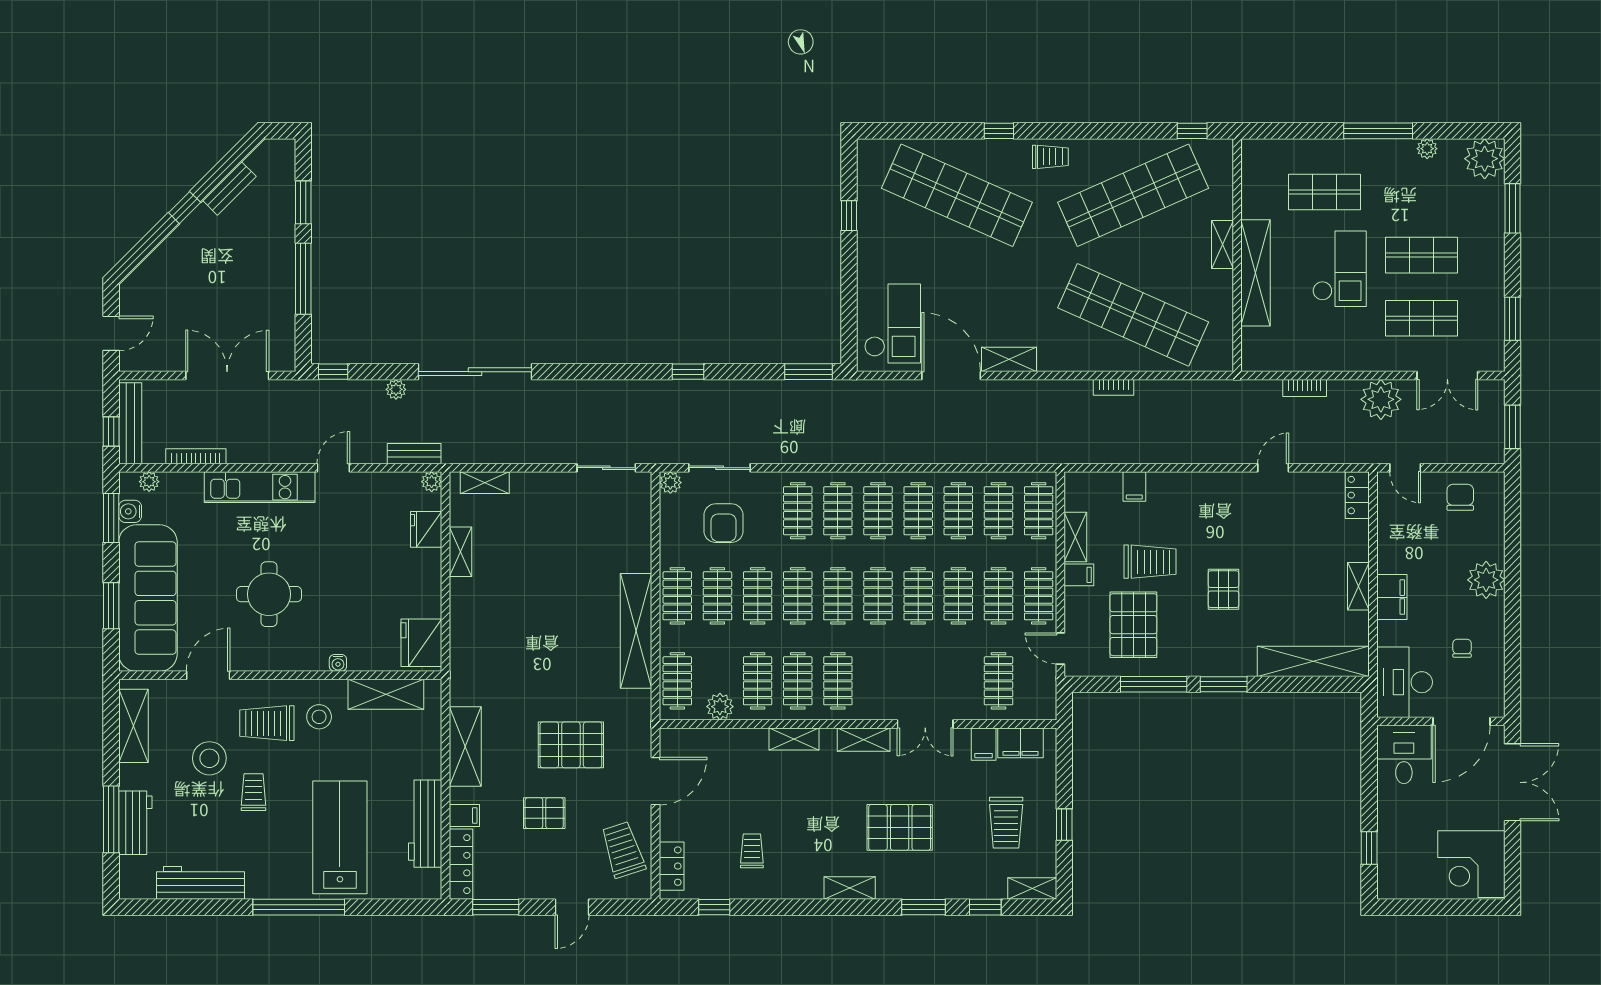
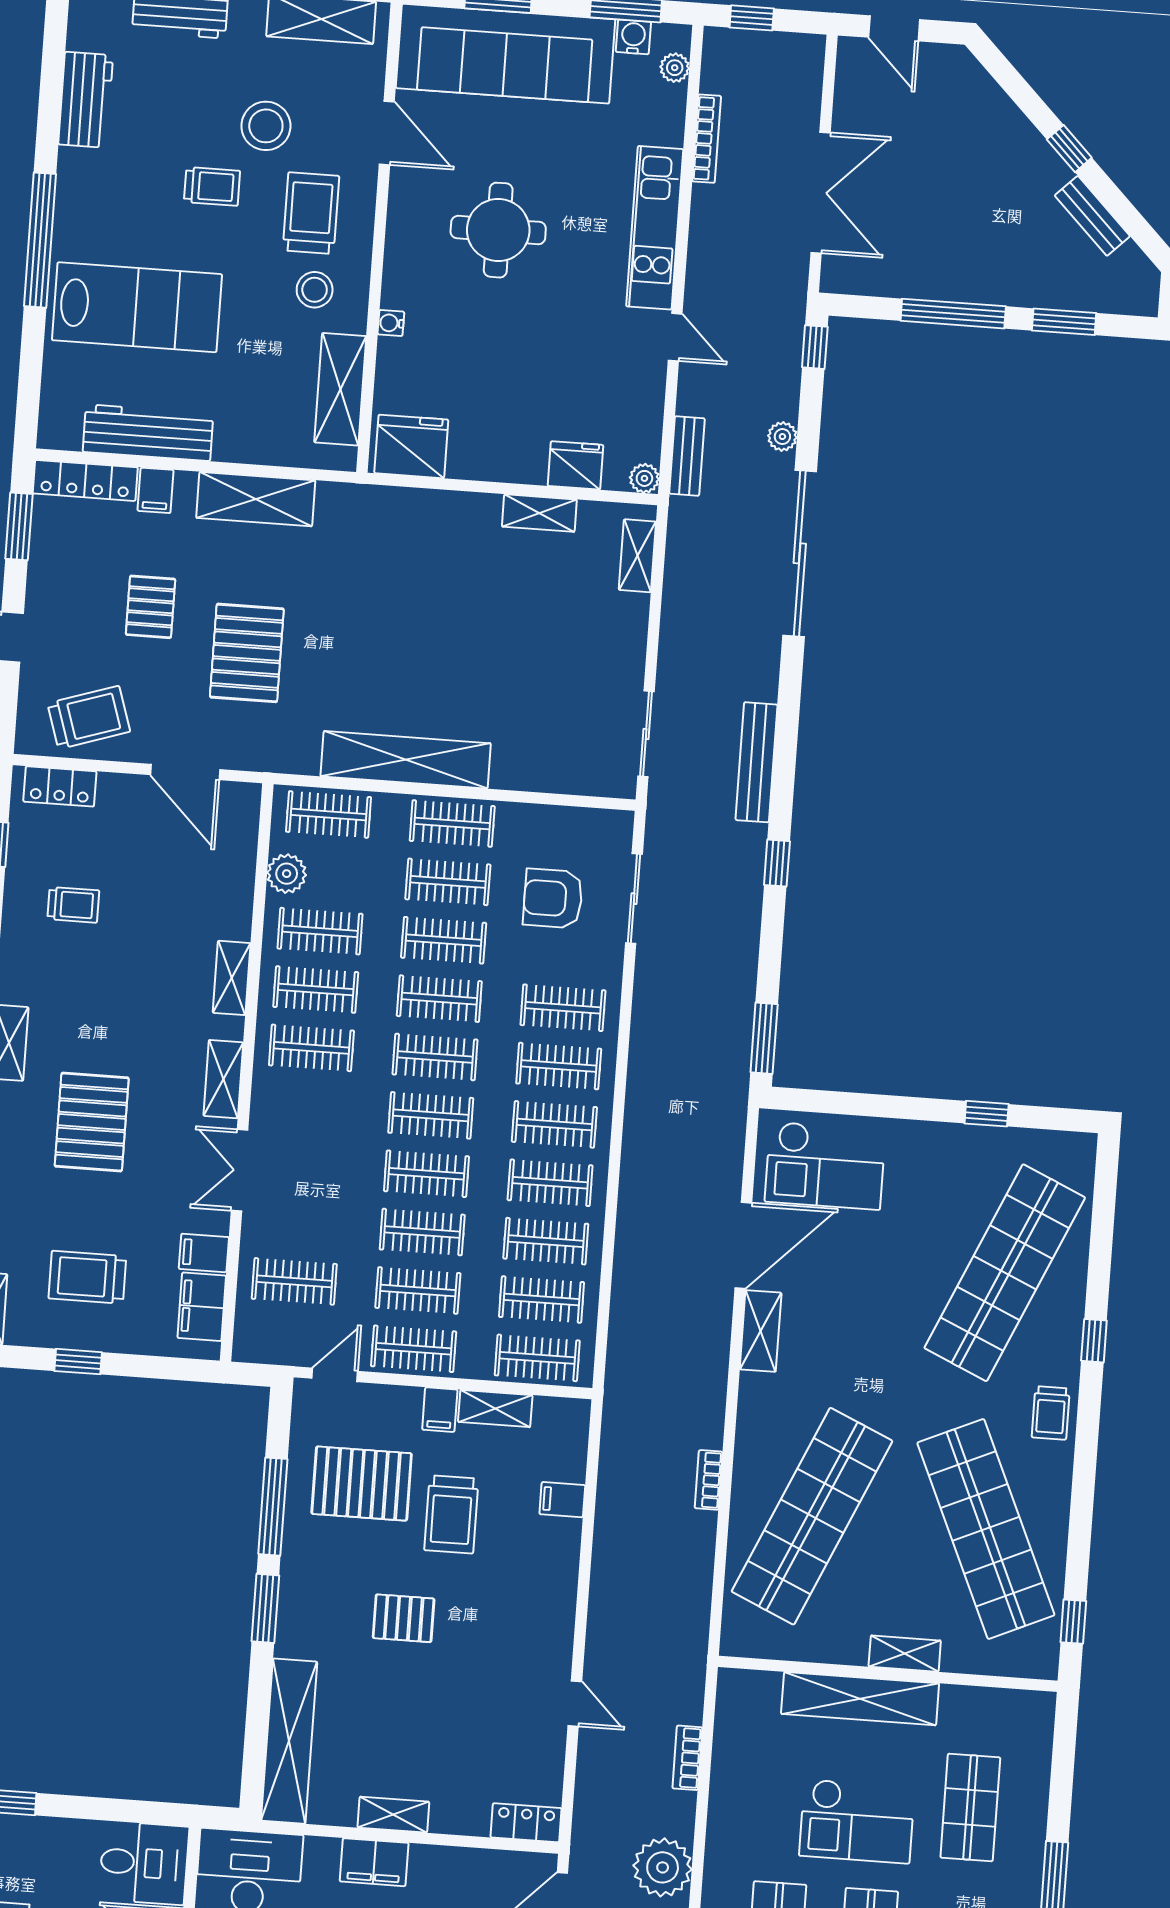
bench: (130, 423) -> (756, 762), moved, turned 90
plant: (670, 483) -> (618, 826), removed
workbench: (201, 883) -> (86, 100), width x0.73

